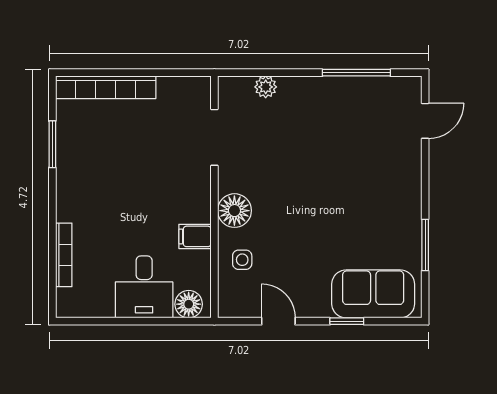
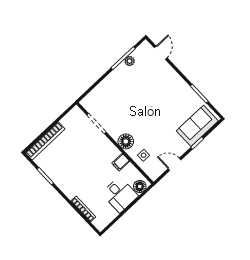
plant: (266, 87) -> (130, 61), moved

